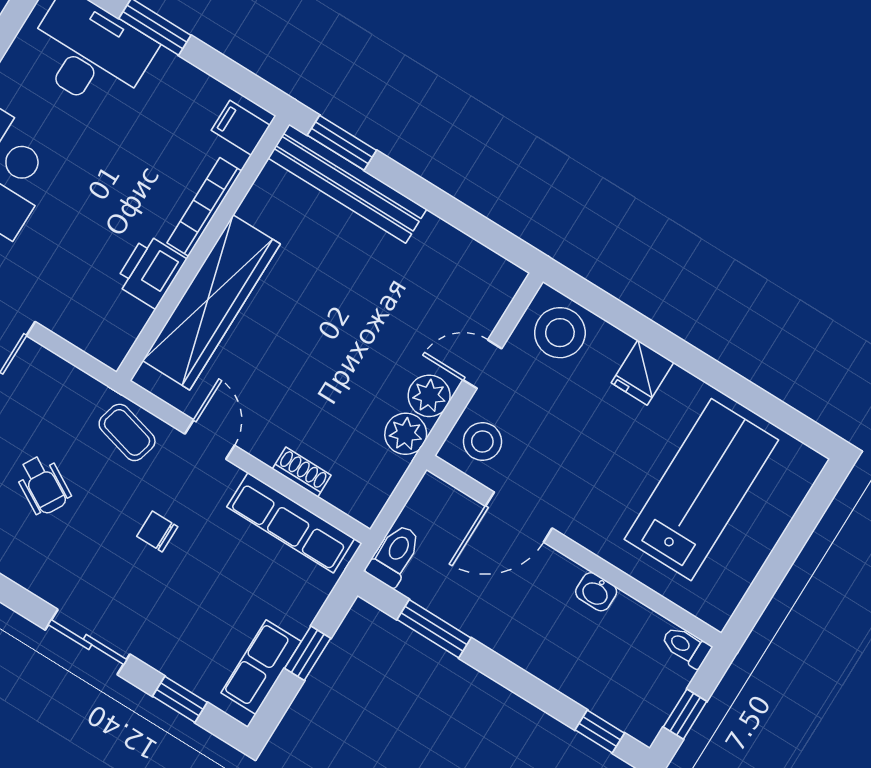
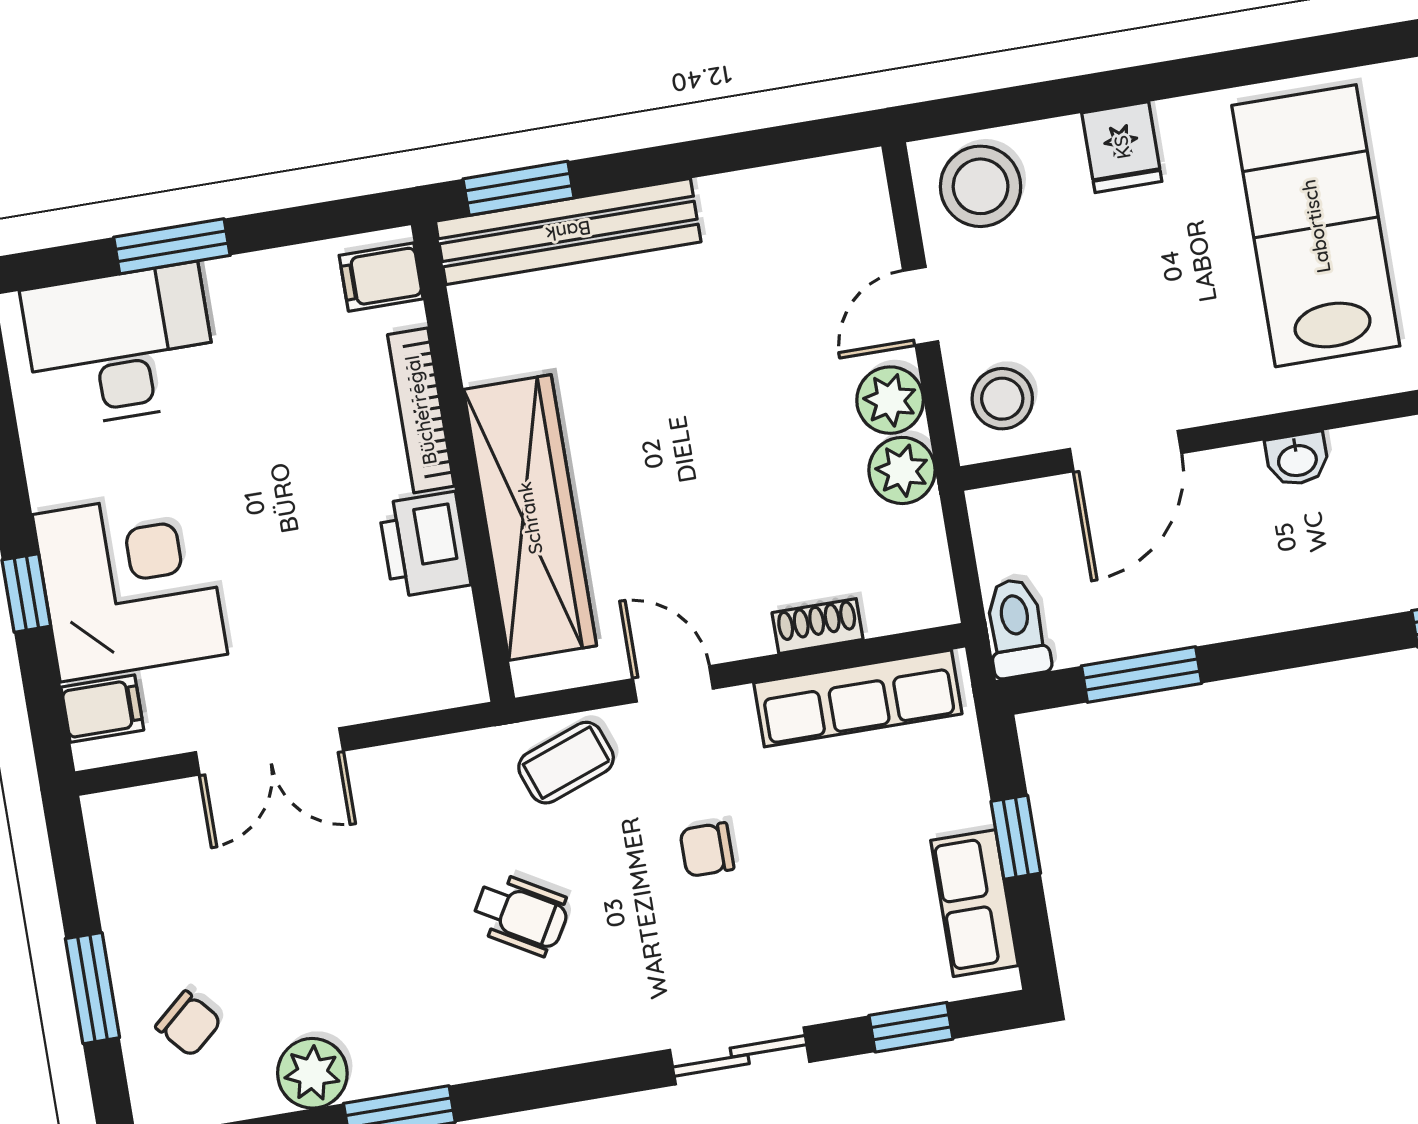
coffee table: (127, 432) -> (566, 763), turned -35

